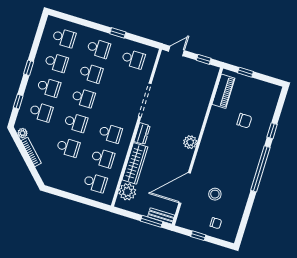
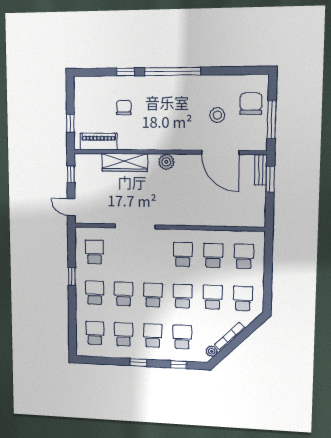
dresser: (142, 134) -> (173, 219), removed
wardrobe: (135, 163) -> (125, 162), moved, turned 180
school desk: (61, 172) -> (243, 298), added
plant: (127, 192) -> (244, 217), removed
chair: (216, 223) -> (251, 104), width x1.87, depth x1.87
window: (198, 236) -> (272, 120), width x2.17

